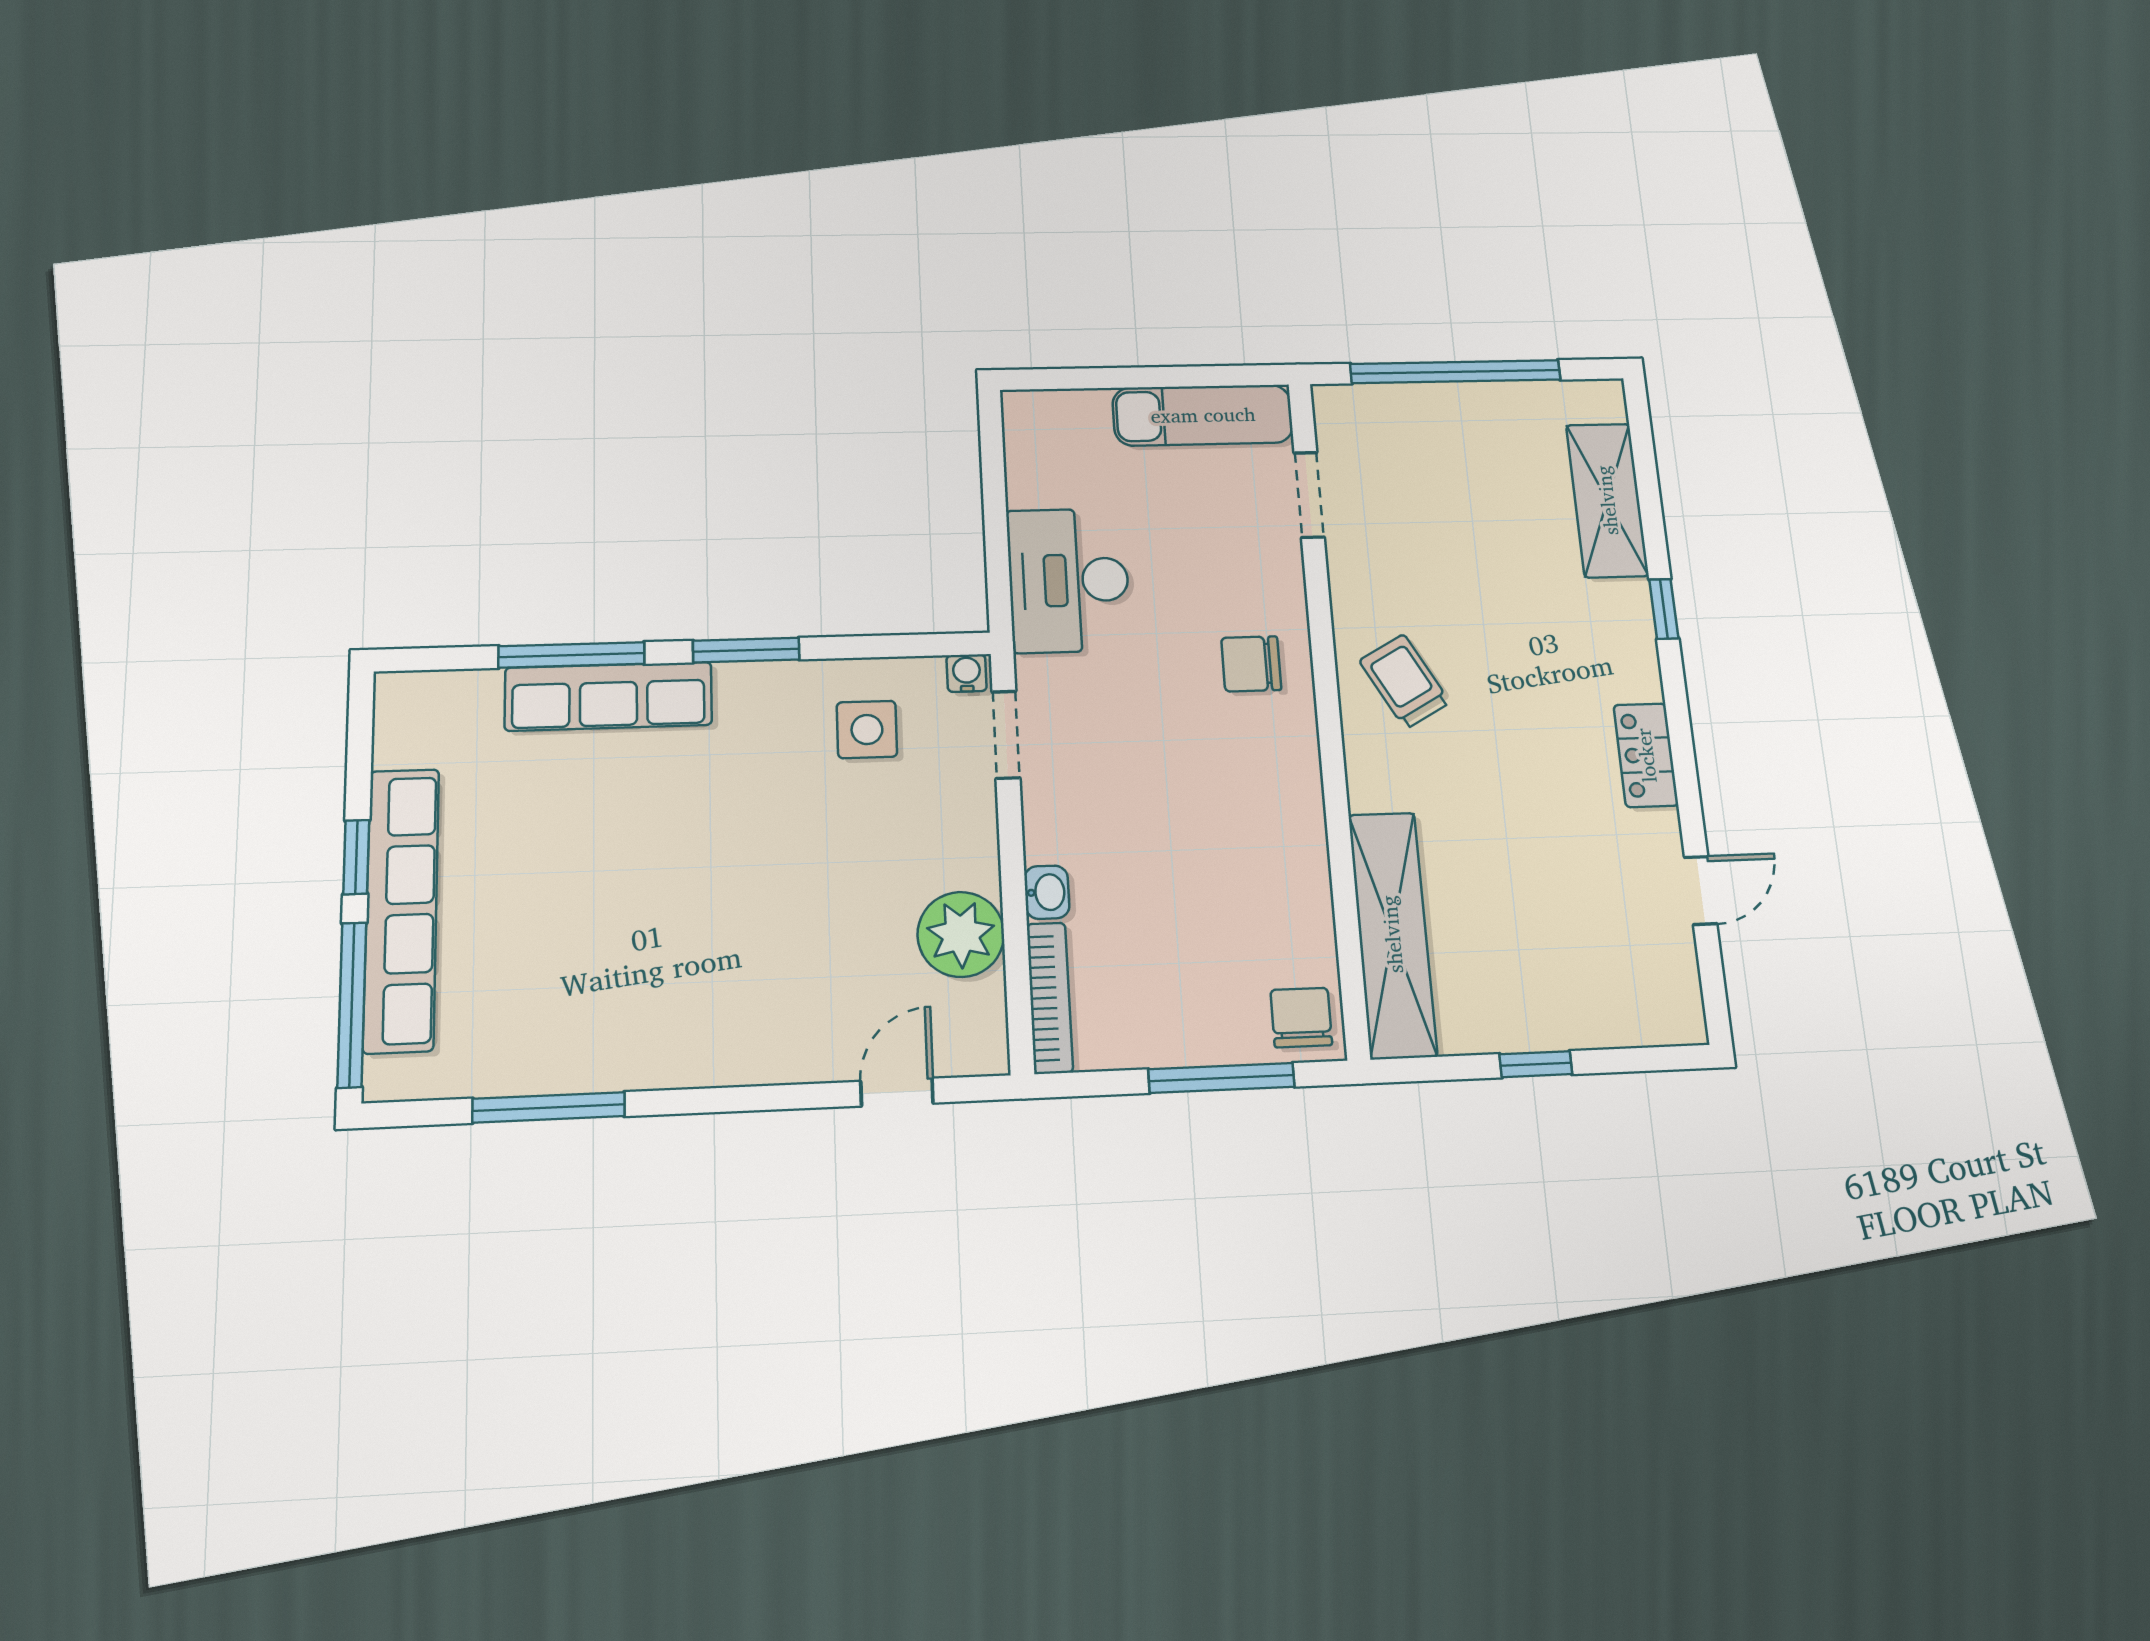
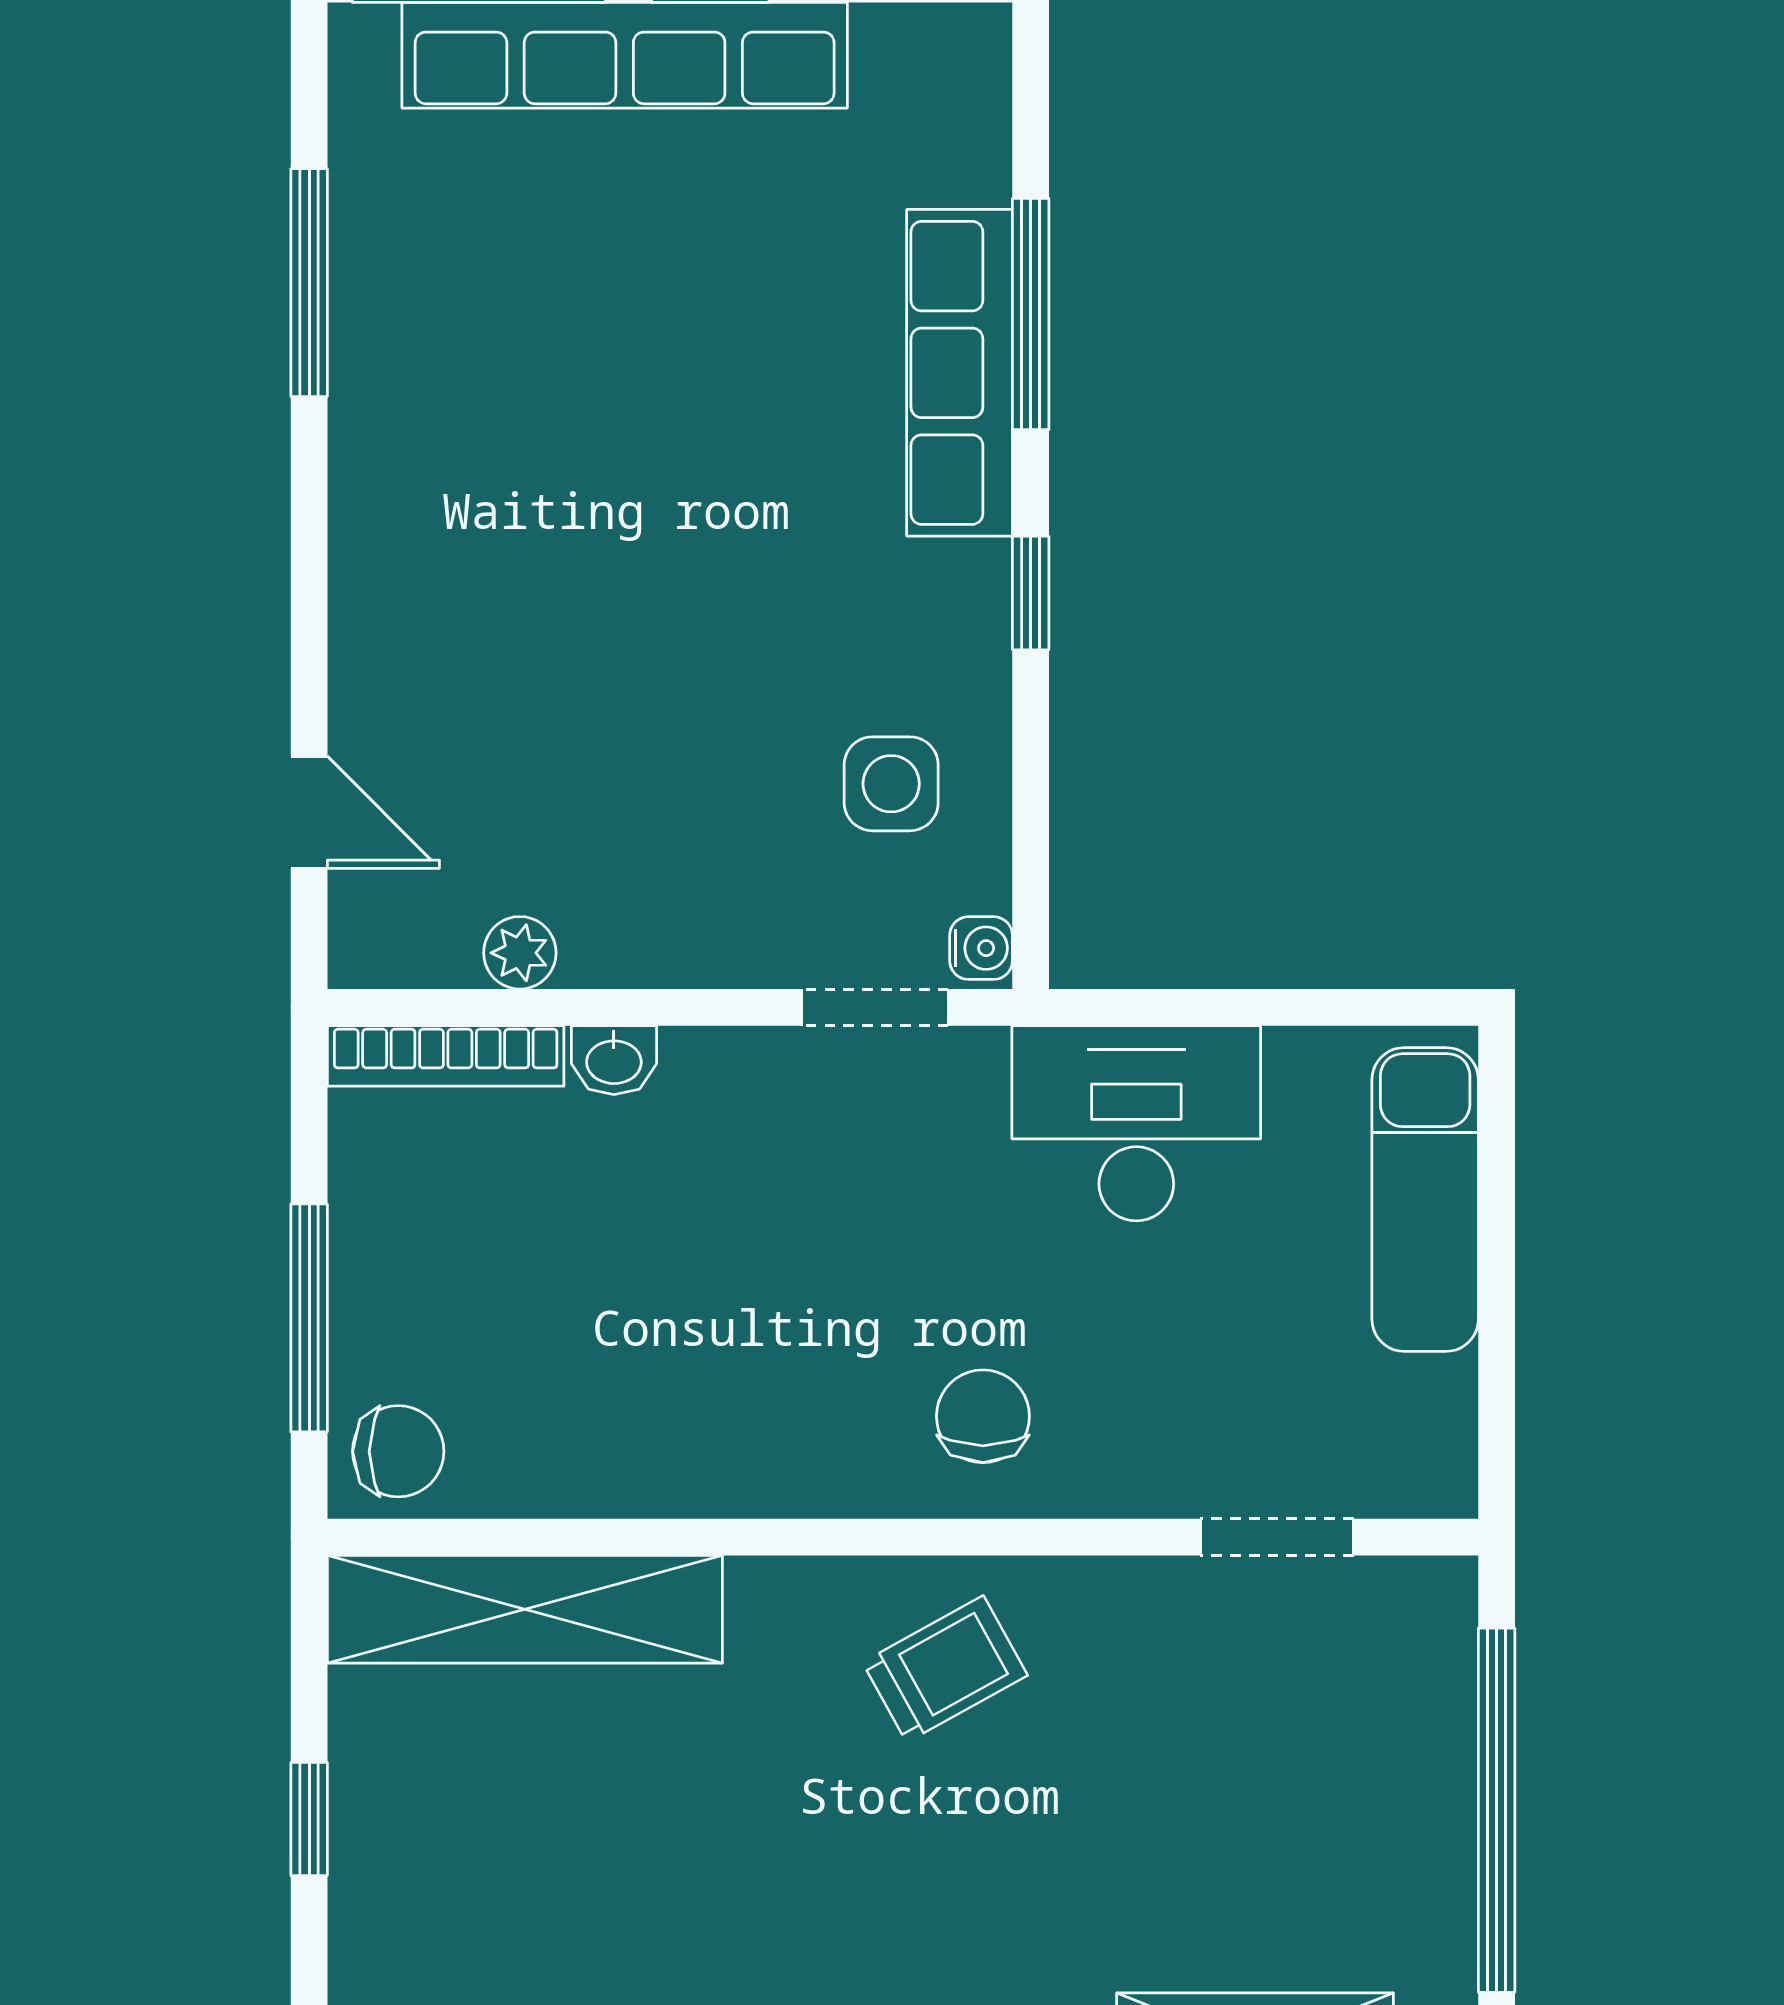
exam couch: (1203, 415) -> (1425, 1199), moved
window: (746, 650) -> (1031, 593), width x0.67
plant: (961, 934) -> (520, 953), width x0.53, depth x0.53

